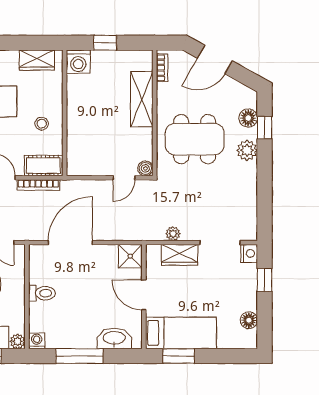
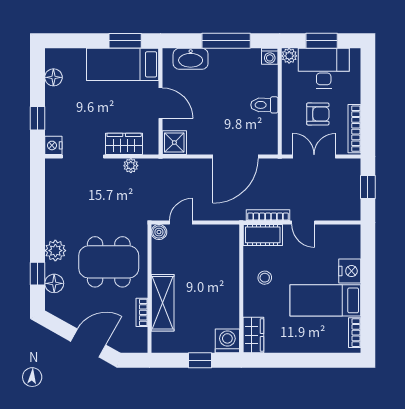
wardrobe: (37, 60) -> (253, 335), moved, turned 90
bookcase: (162, 68) -> (142, 312), moved

